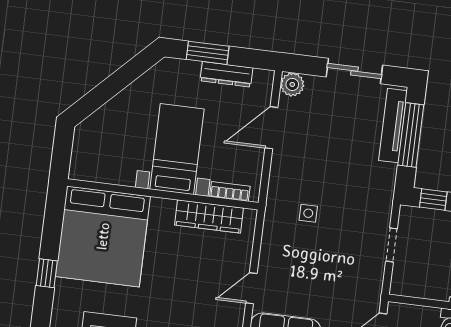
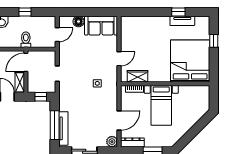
dresser: (227, 74) -> (132, 142), moved
wardrobe: (209, 216) -> (138, 76), width x0.67
door: (251, 288) -> (119, 59), moved

